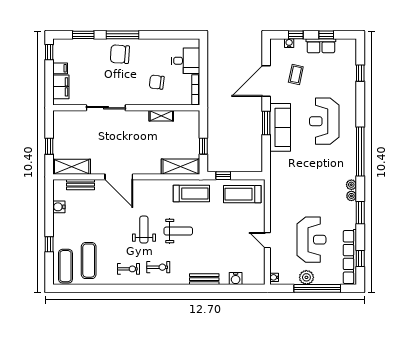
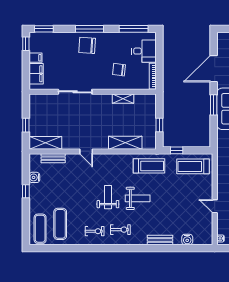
window: (83, 35) -> (44, 29), moved
window: (174, 35) -> (134, 29), added
shelving: (180, 167) -> (125, 143), moved
door: (119, 177) -> (86, 151), width x0.53
window: (49, 244) -> (26, 191), moved

